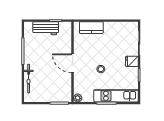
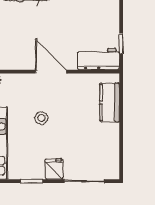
workbench: (46, 28) -> (98, 59), moved, turned 90
door: (73, 63) -> (51, 72), hinge flipped

